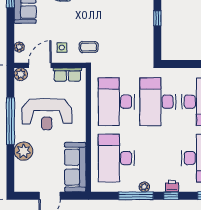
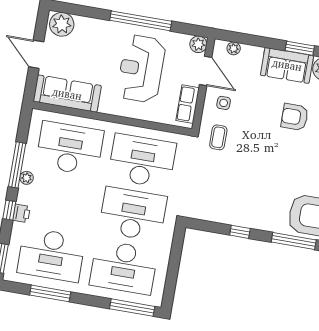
plant: (23, 151) -> (62, 24), moved

